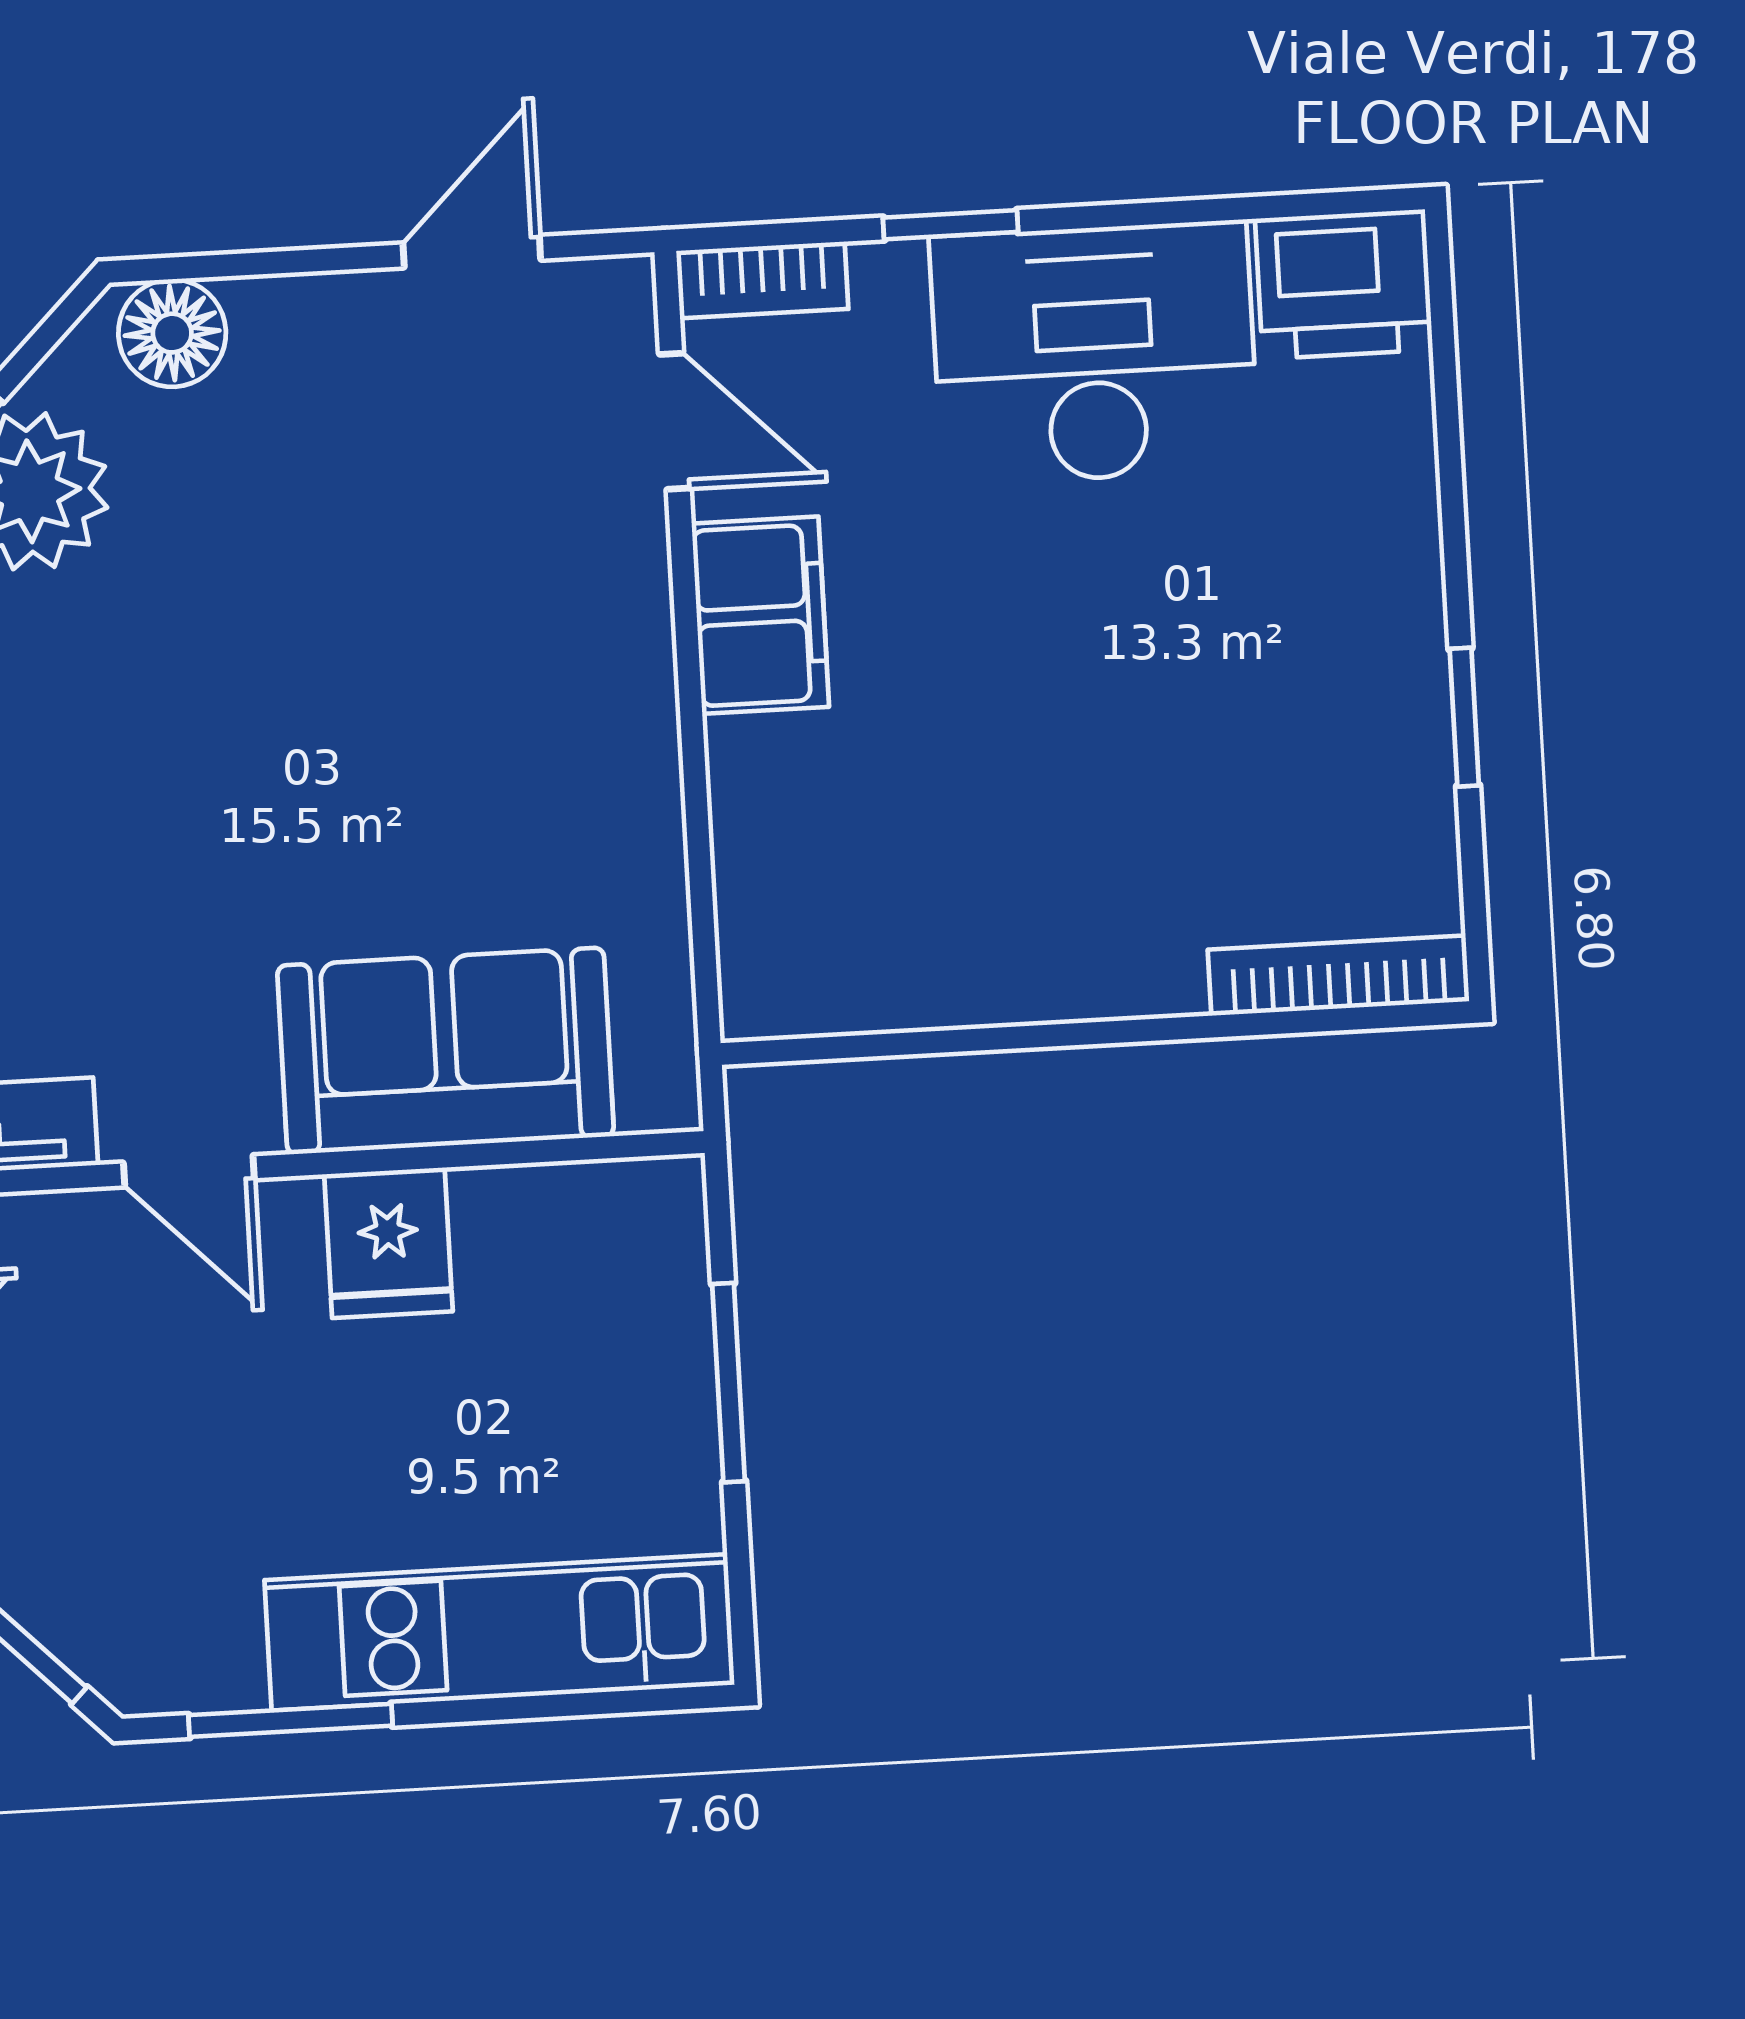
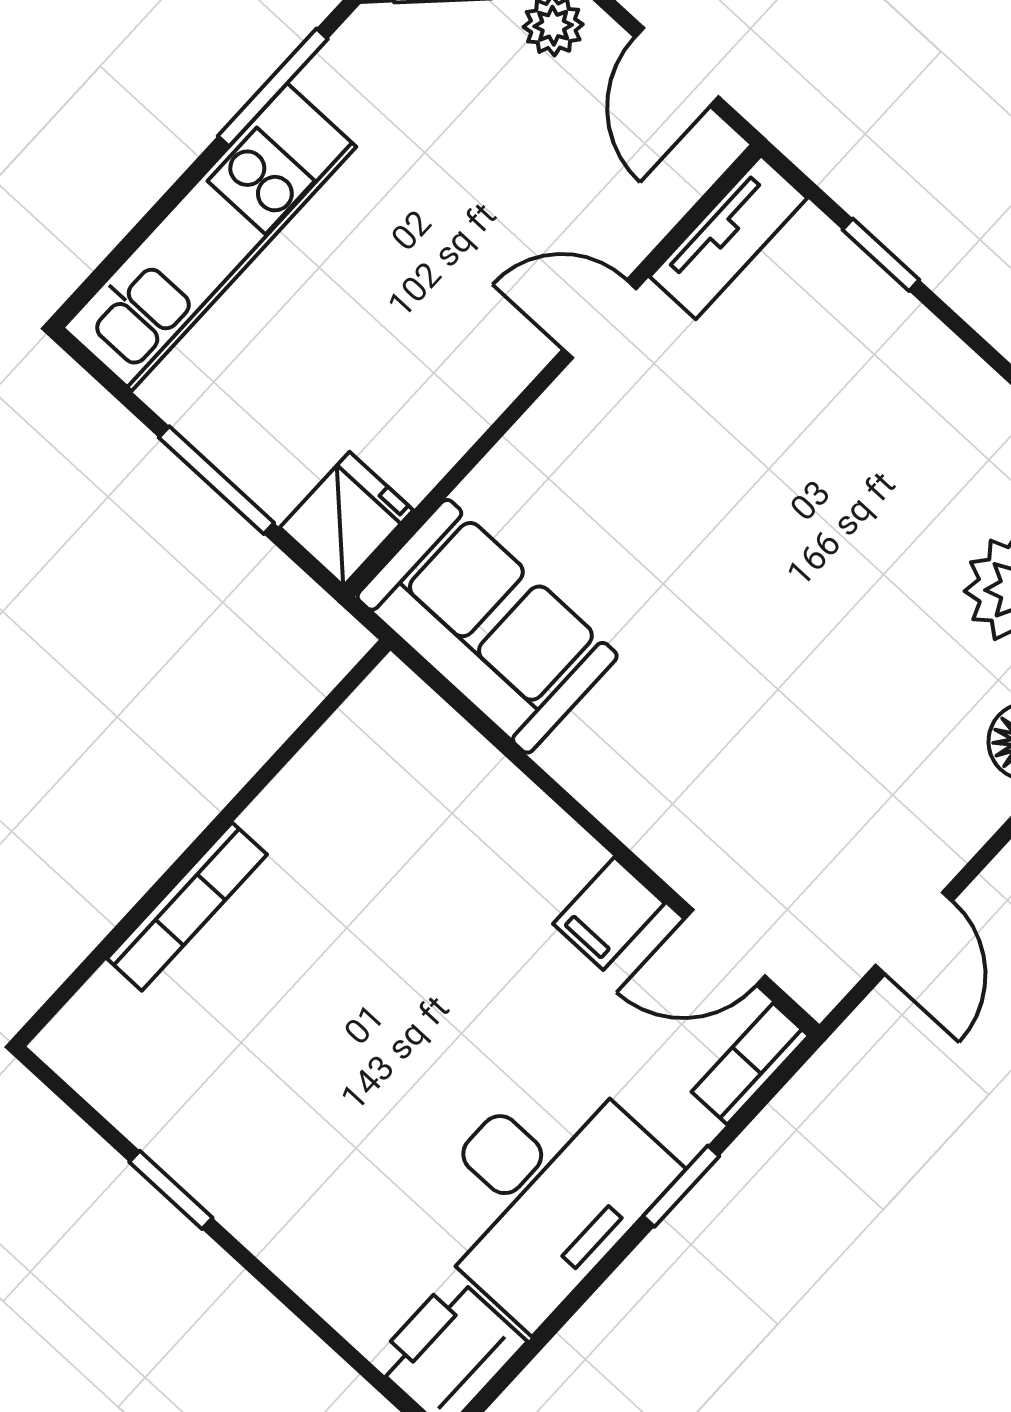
filing cabinet: (760, 615) -> (609, 914), width x0.50
bookcase: (1338, 976) -> (187, 907), moved
sofa: (445, 1051) -> (487, 626), moved, turned -90
fridge: (388, 1243) -> (346, 519), moved, turned 90

